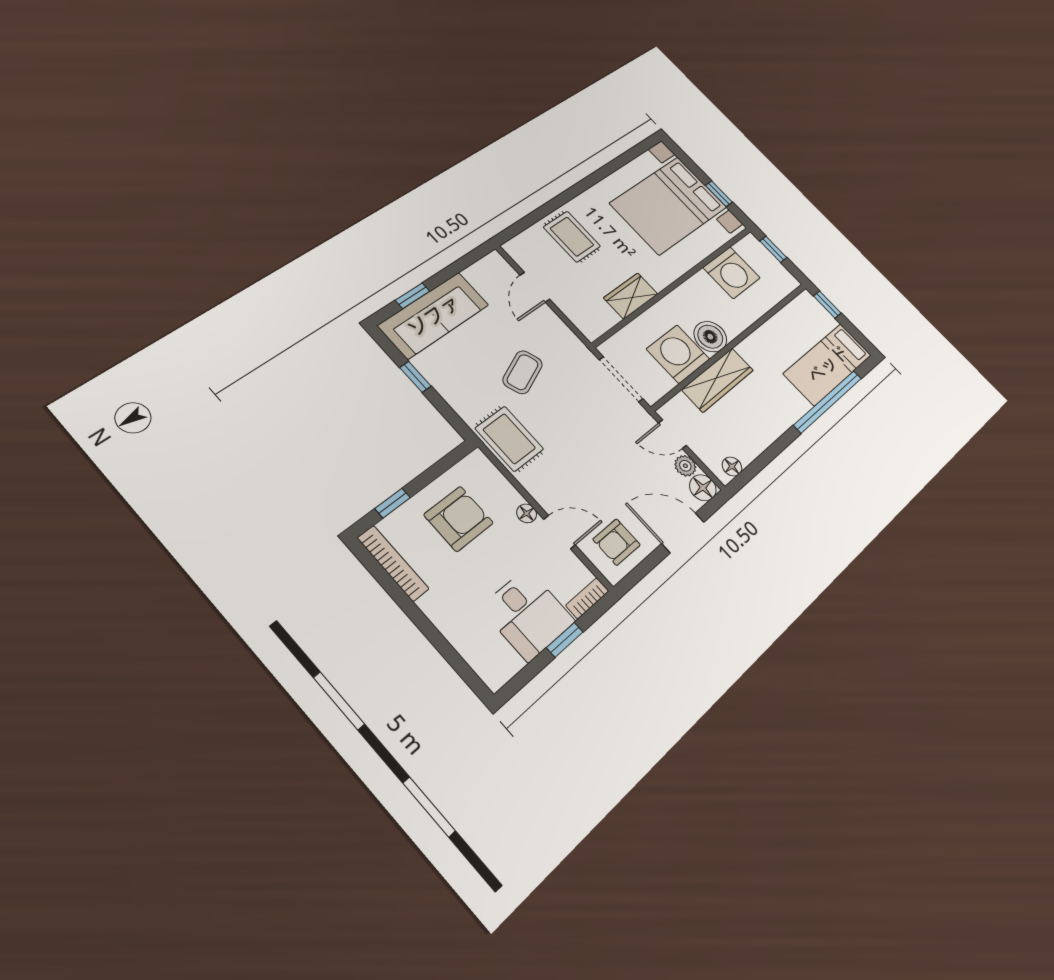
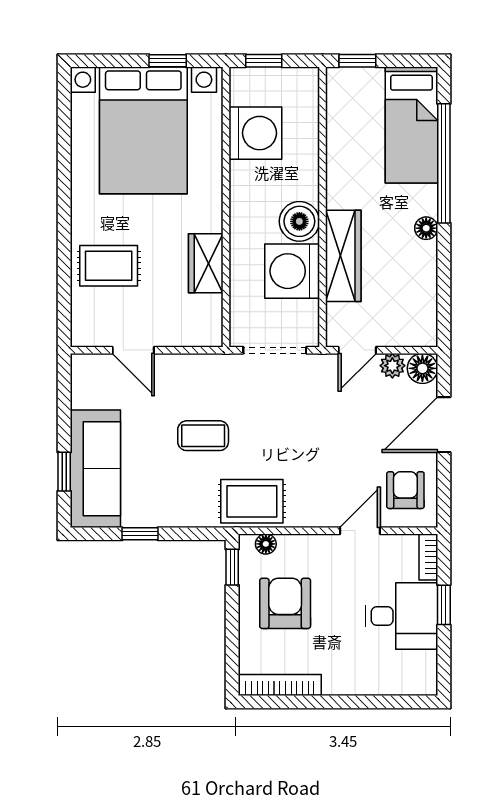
coffee table: (523, 372) -> (203, 436), turned -69
floor lamp: (732, 466) -> (426, 228), moved
window: (392, 503) -> (232, 567), moved
floor lamp: (527, 513) -> (266, 544), moved
armchair: (617, 542) -> (405, 490), turned 180

